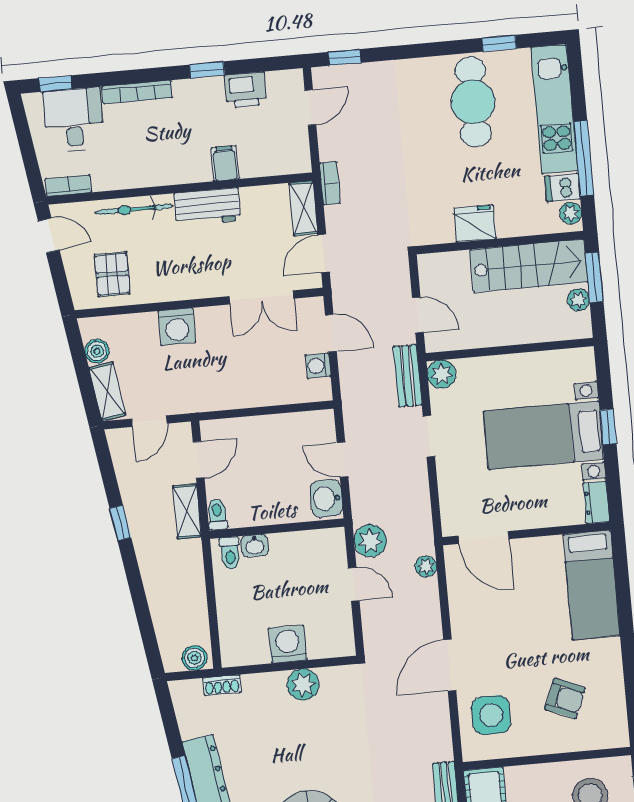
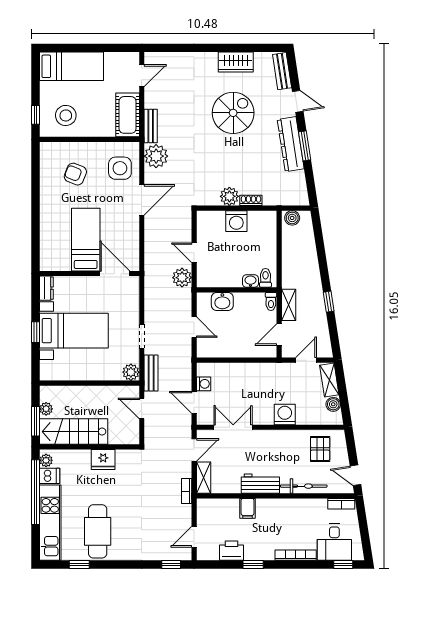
window: (584, 158) -> (35, 492), width x1.46
washbasin: (326, 499) -> (222, 301), moved, turned 90
plant: (426, 566) -> (156, 156), moved, width x1.87, depth x1.87
bed: (592, 585) -> (86, 240), moved
shoe rack: (222, 685) -> (251, 200), moved

